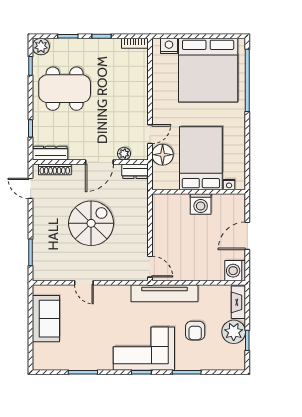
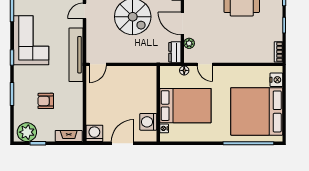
floor lamp: (163, 155) -> (184, 70), width x0.53, depth x0.53
washing machine: (201, 204) -> (148, 122), moved
door: (247, 236) -> (123, 143), hinge flipped
tv unit: (164, 293) -> (76, 55), moved
plant: (234, 332) -> (27, 132), moved
corner sofa: (144, 349) -> (31, 40), moved

